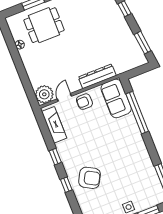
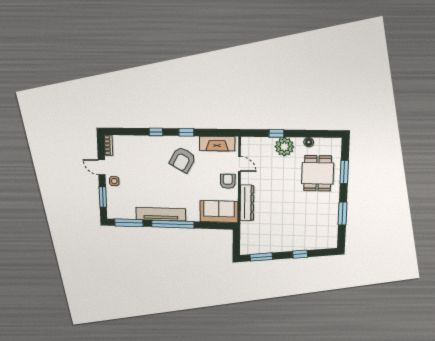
window: (23, 76) -> (276, 133), added
plant: (44, 94) -> (284, 147), moved
window: (137, 113) -> (173, 224), moved
tv unit: (142, 151) -> (161, 214), added
armchair: (90, 178) -> (183, 160), moved

